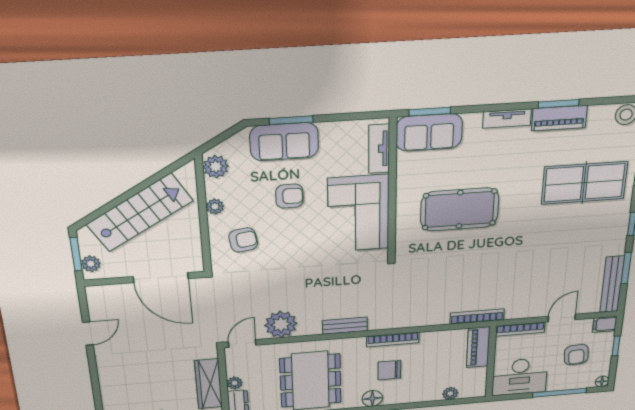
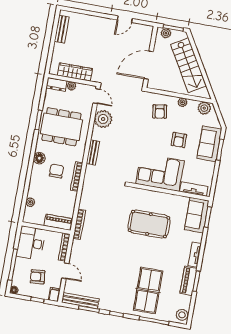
pool table: (460, 209) -> (149, 224), turned 90
door: (88, 333) -> (125, 19), hinge flipped

